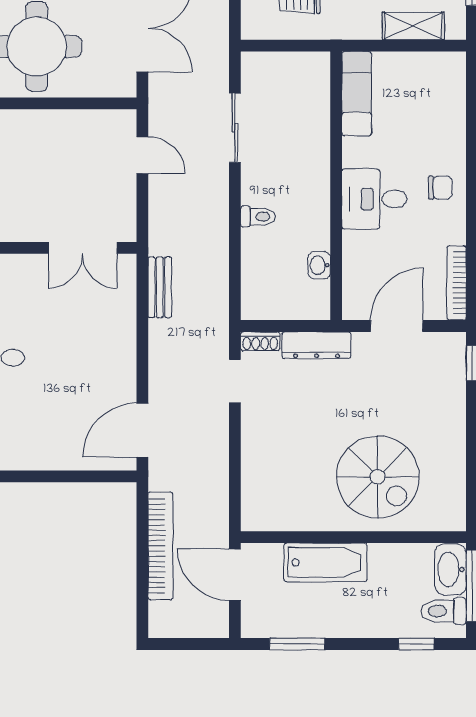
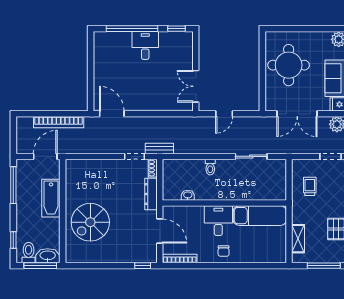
exam couch: (357, 94) -> (260, 216), width x1.36, depth x1.45
door: (142, 155) -> (224, 114), moved
bench: (160, 287) -> (159, 148), moved
window: (297, 644) -> (13, 185), width x1.44

